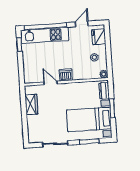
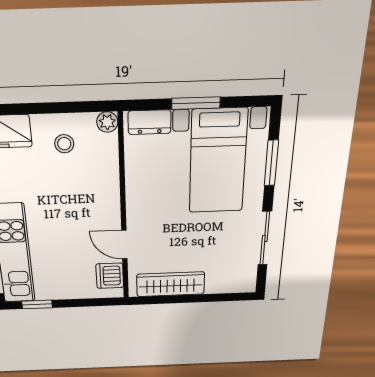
dishwasher: (66, 75) -> (110, 276), moved
door: (51, 83) -> (124, 245), hinge flipped
wardrobe: (31, 104) -> (171, 284), width x1.50

